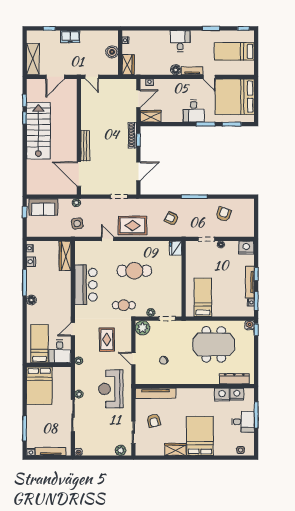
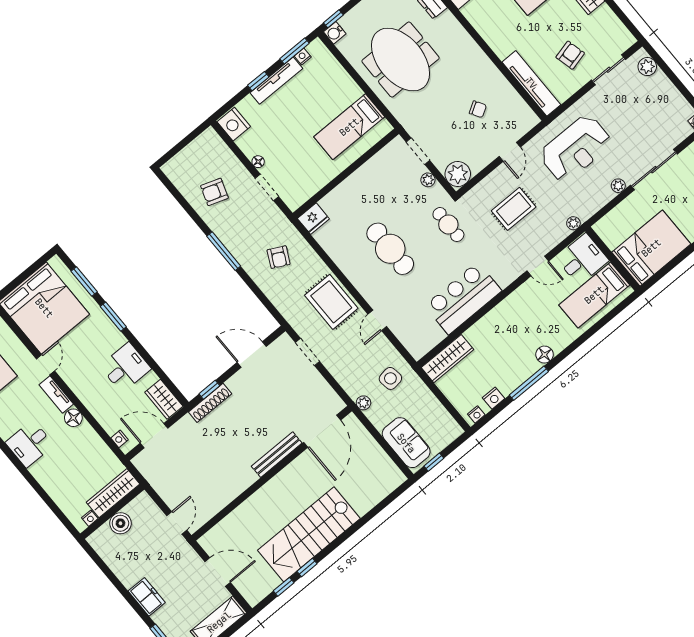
wardrobe: (128, 65) -> (113, 493), width x1.50
desk: (194, 111) -> (125, 367), moved

